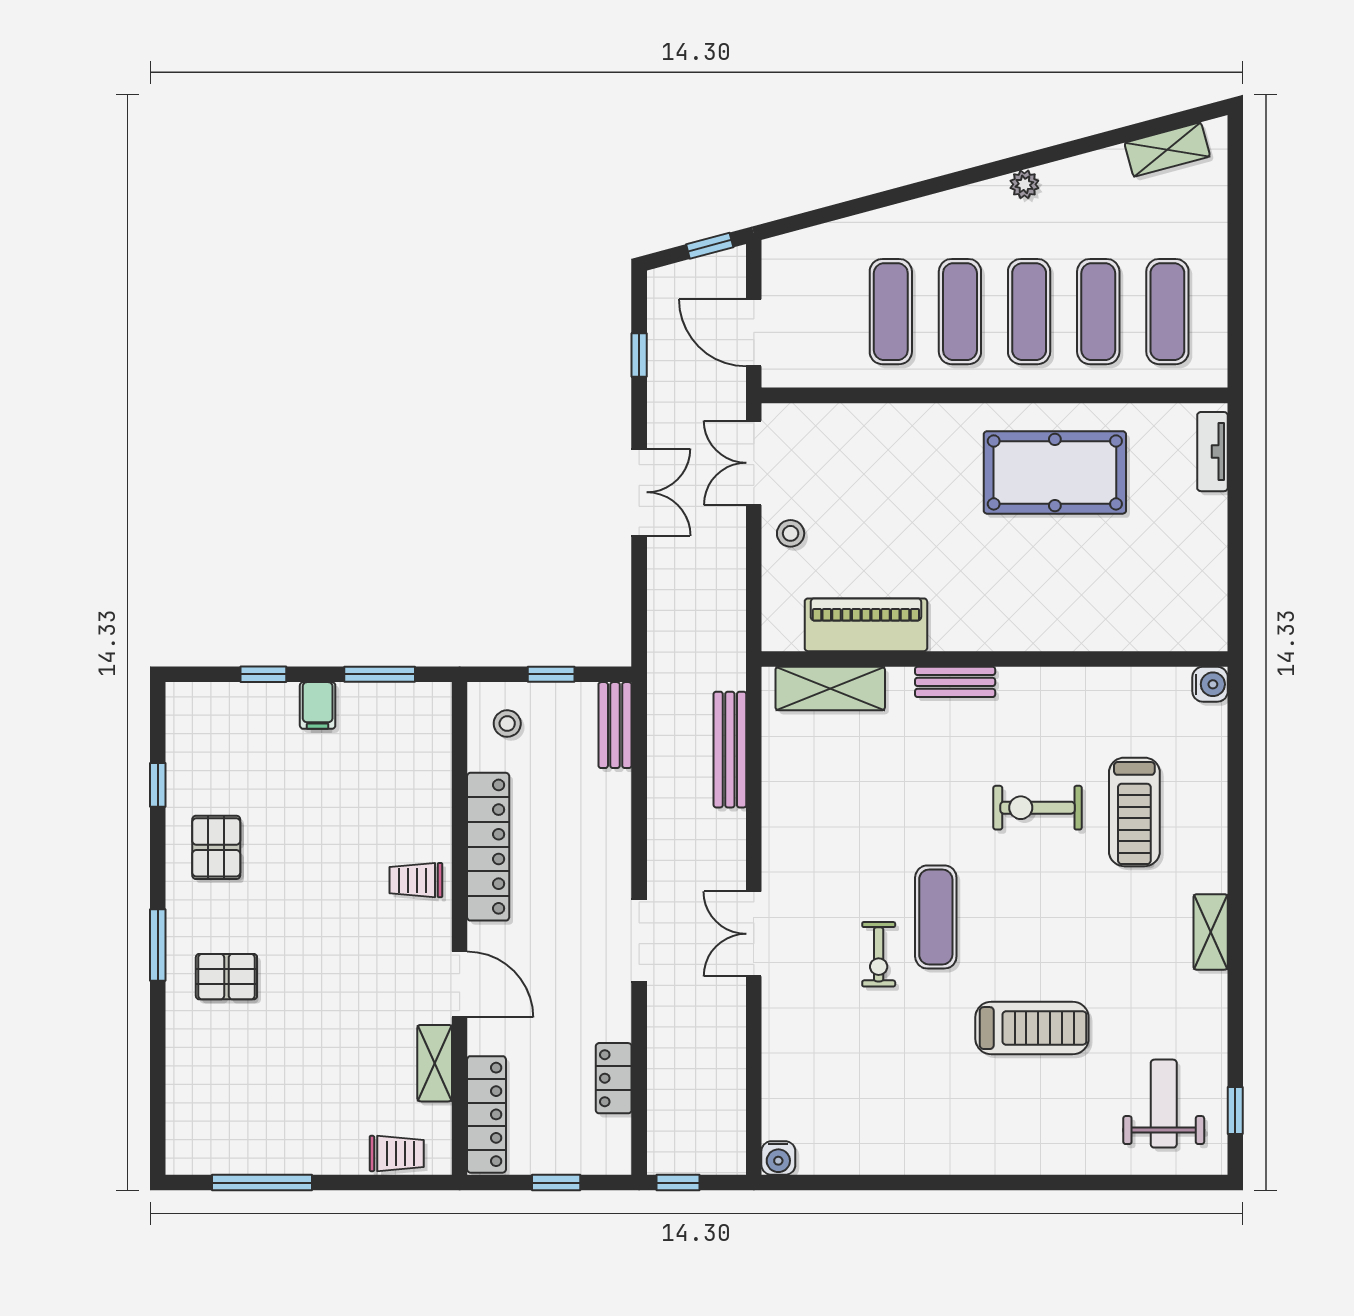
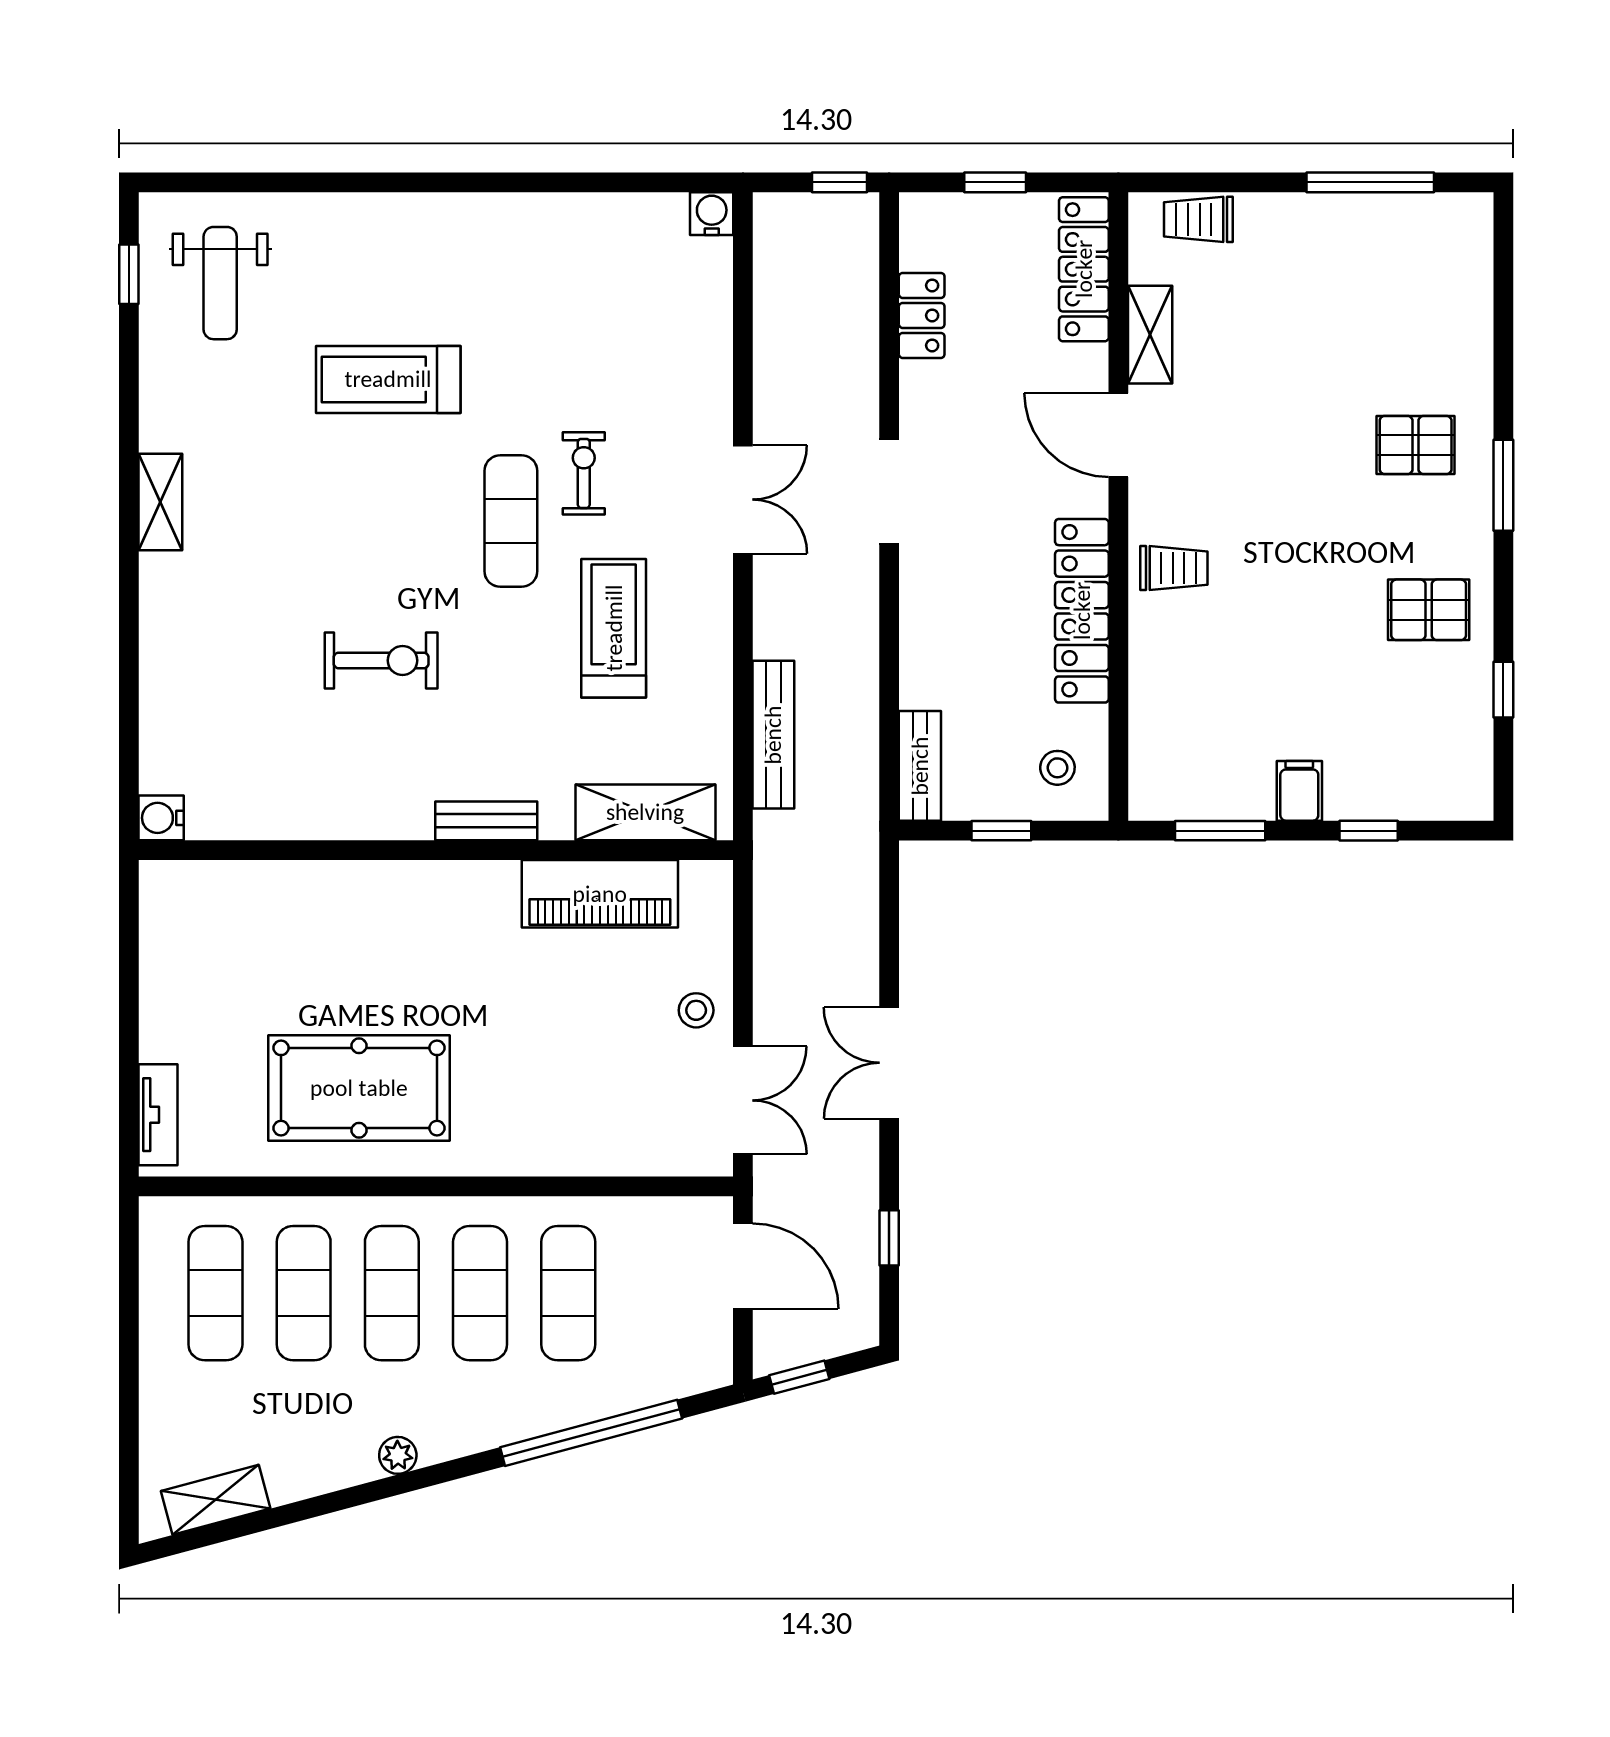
window: (873, 202) -> (591, 1433), added
treadmill: (1134, 812) -> (614, 628), moved
pallet: (216, 847) -> (1429, 610), turned 90

